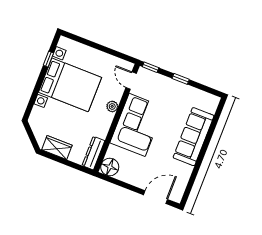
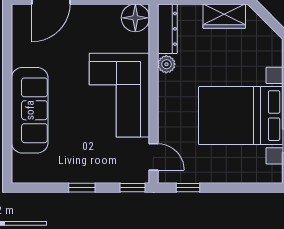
window: (118, 54) -> (188, 188), added
plant: (112, 106) -> (166, 64), moved

